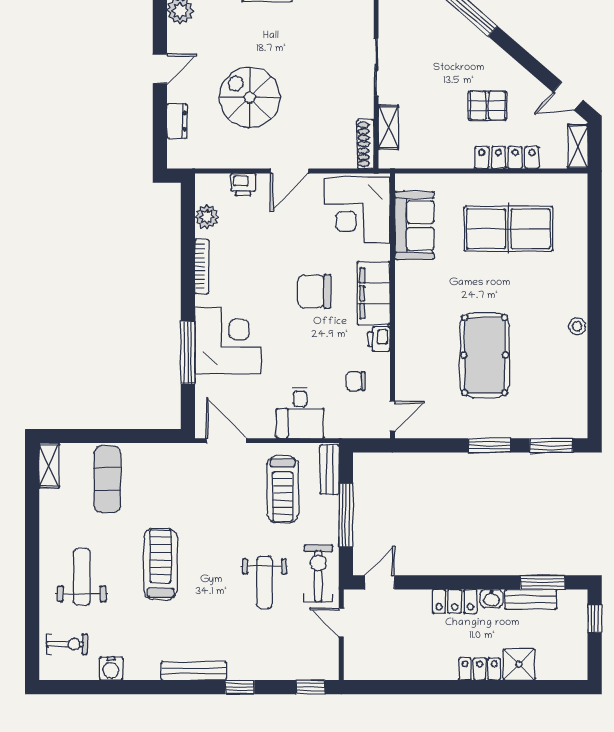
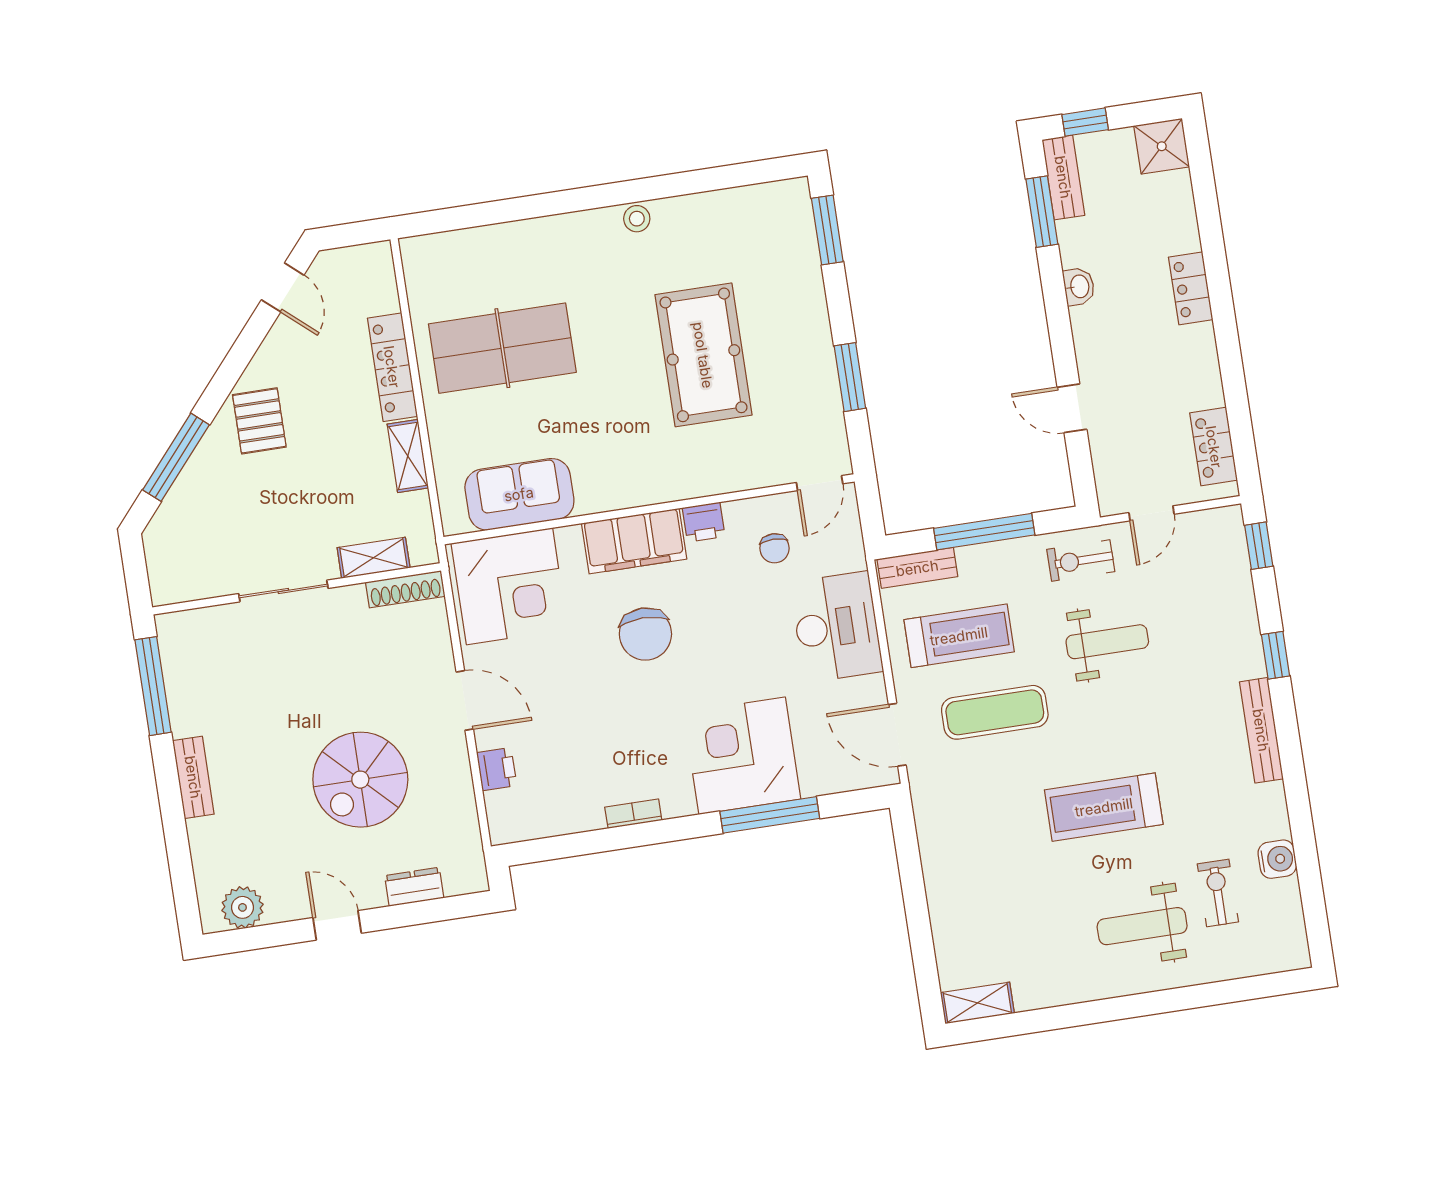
pallet: (487, 106) -> (259, 421), moved
shelving: (578, 146) -> (408, 456), moved, turned 90
plant: (207, 217) -> (555, 818), removed
table tennis table: (508, 229) -> (502, 348), turned 90
bookcase: (202, 266) -> (633, 814), width x0.64
pool table: (485, 355) -> (703, 355), turned 90
desk: (300, 413) -> (836, 627), width x1.37
door: (392, 416) -> (820, 483), swing flipped
door: (226, 441) -> (897, 735), hinge flipped
window: (489, 445) -> (850, 377), moved
exercise mat: (107, 479) -> (995, 712), moved
exercise bike: (318, 573) -> (1081, 560), width x0.73, depth x0.72
door: (379, 582) -> (1072, 408), moved
bench: (531, 599) -> (1063, 177), moved
locker: (455, 601) -> (1214, 447), moved, turned 180
exercise bike: (67, 644) -> (1218, 893), moved
shower: (519, 664) -> (1162, 146), moved

